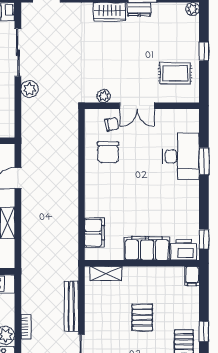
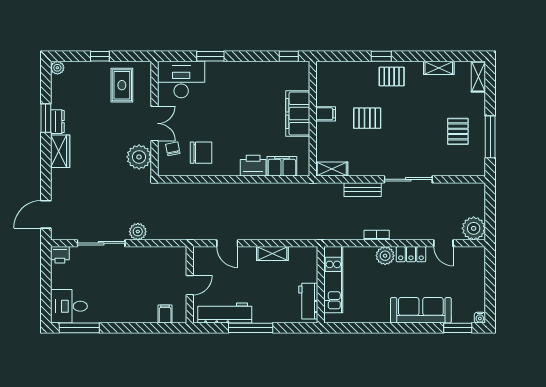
plant: (104, 96) -> (139, 157), width x1.87, depth x1.87
desk: (181, 156) -> (181, 79), moved
printer: (184, 250) -> (253, 166), moved, turned 90
shelving: (106, 274) -> (332, 169), moved, turned 90
filing cabinet: (192, 276) -> (326, 114), moved
bench: (71, 306) -> (363, 190), width x0.73

